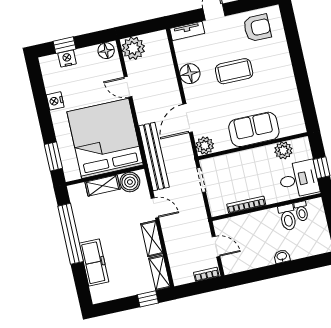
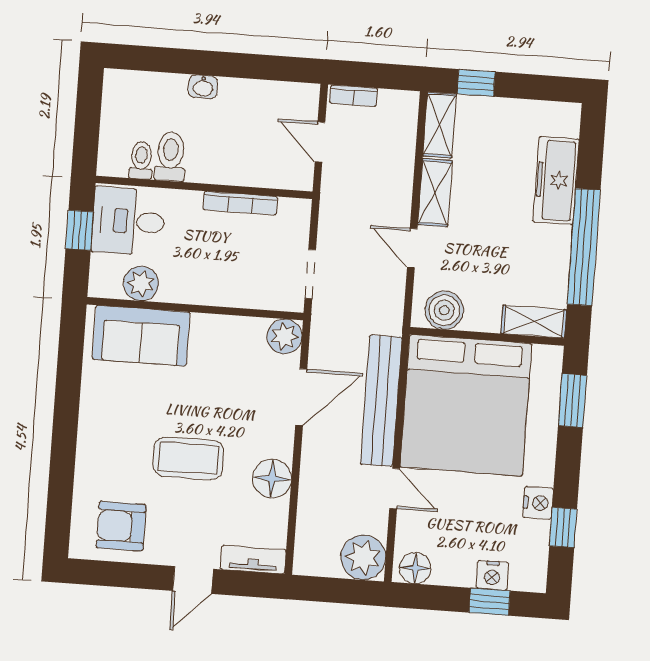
window: (39, 93) -> (563, 527), added
sofa: (254, 129) -> (141, 336), moved
bench: (154, 157) -> (381, 401), moved
shelving: (103, 186) -> (534, 322), moved

